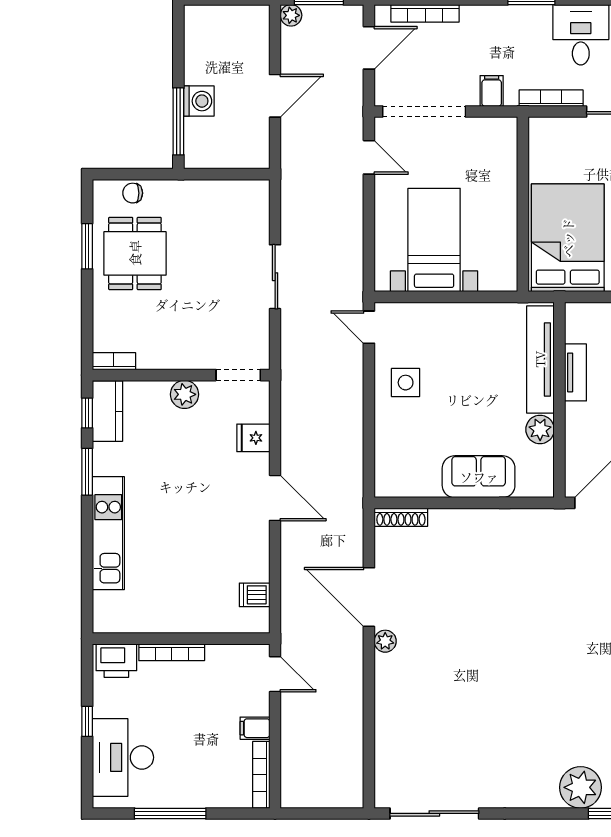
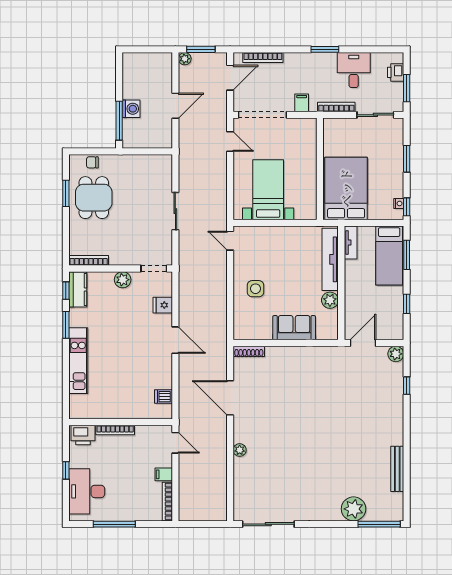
bookcase: (114, 361) -> (89, 260), width x1.56
tv unit: (576, 372) -> (351, 242), moved
side table: (406, 383) -> (256, 289), moved
plant: (385, 641) -> (240, 450), moved

